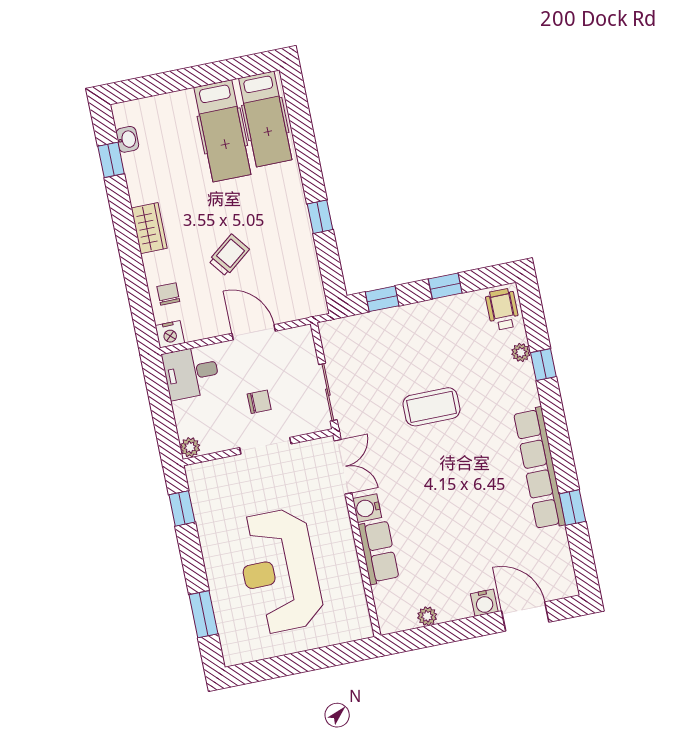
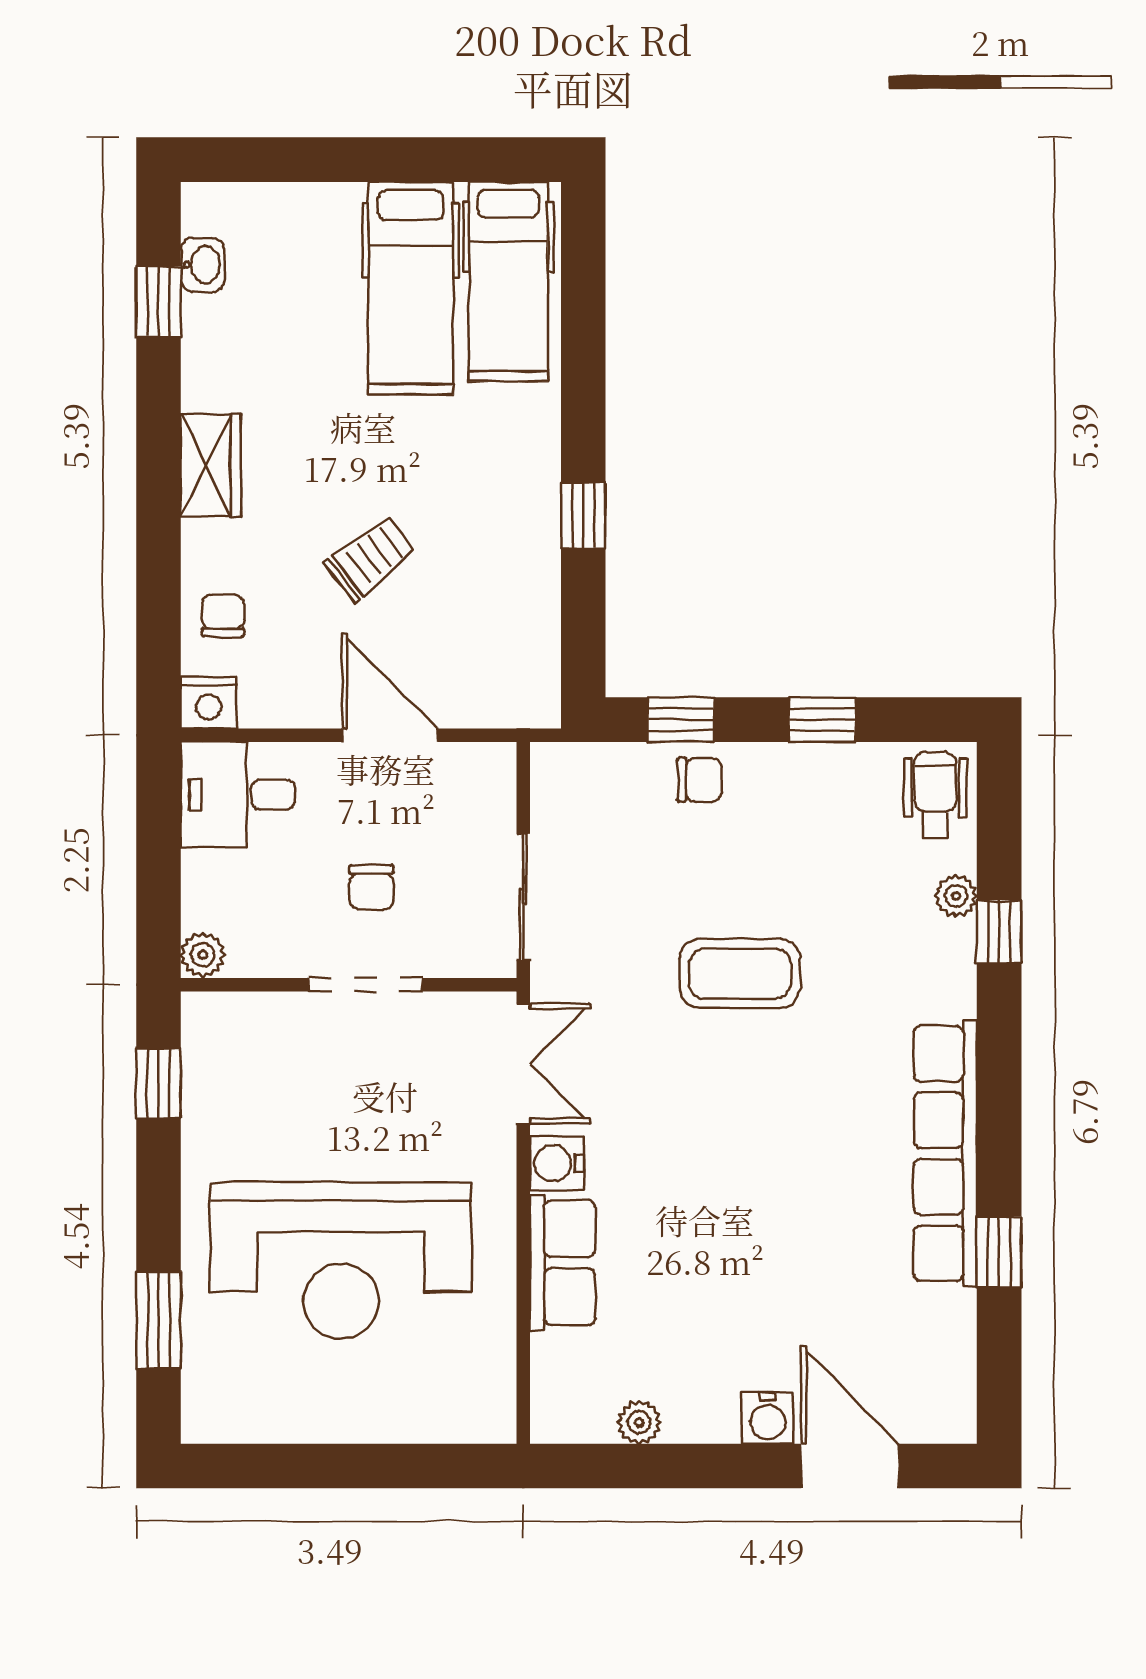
chair: (396, 324) -> (700, 780), added
chair: (259, 402) -> (371, 887), turned 90
reception desk: (279, 571) -> (341, 1260), turned -90

